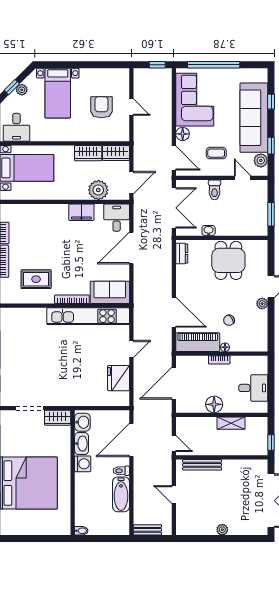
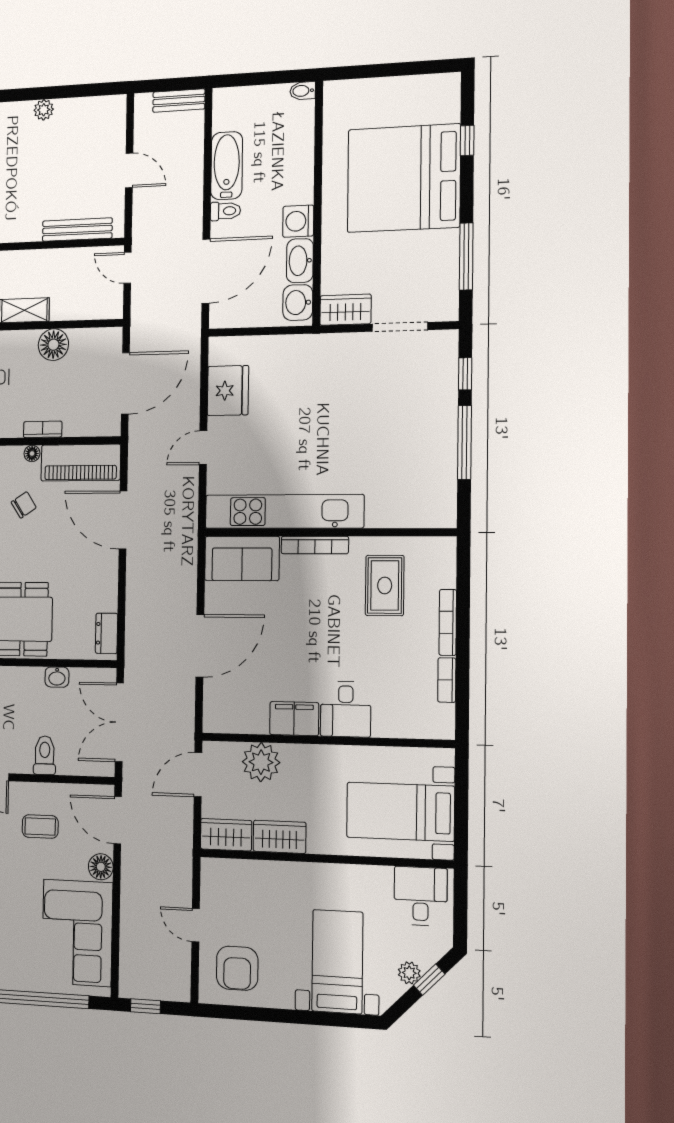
armchair: (101, 107) -> (237, 968), moved
desk: (117, 218) -> (346, 709), moved
rug: (36, 279) -> (385, 585), turned 90

